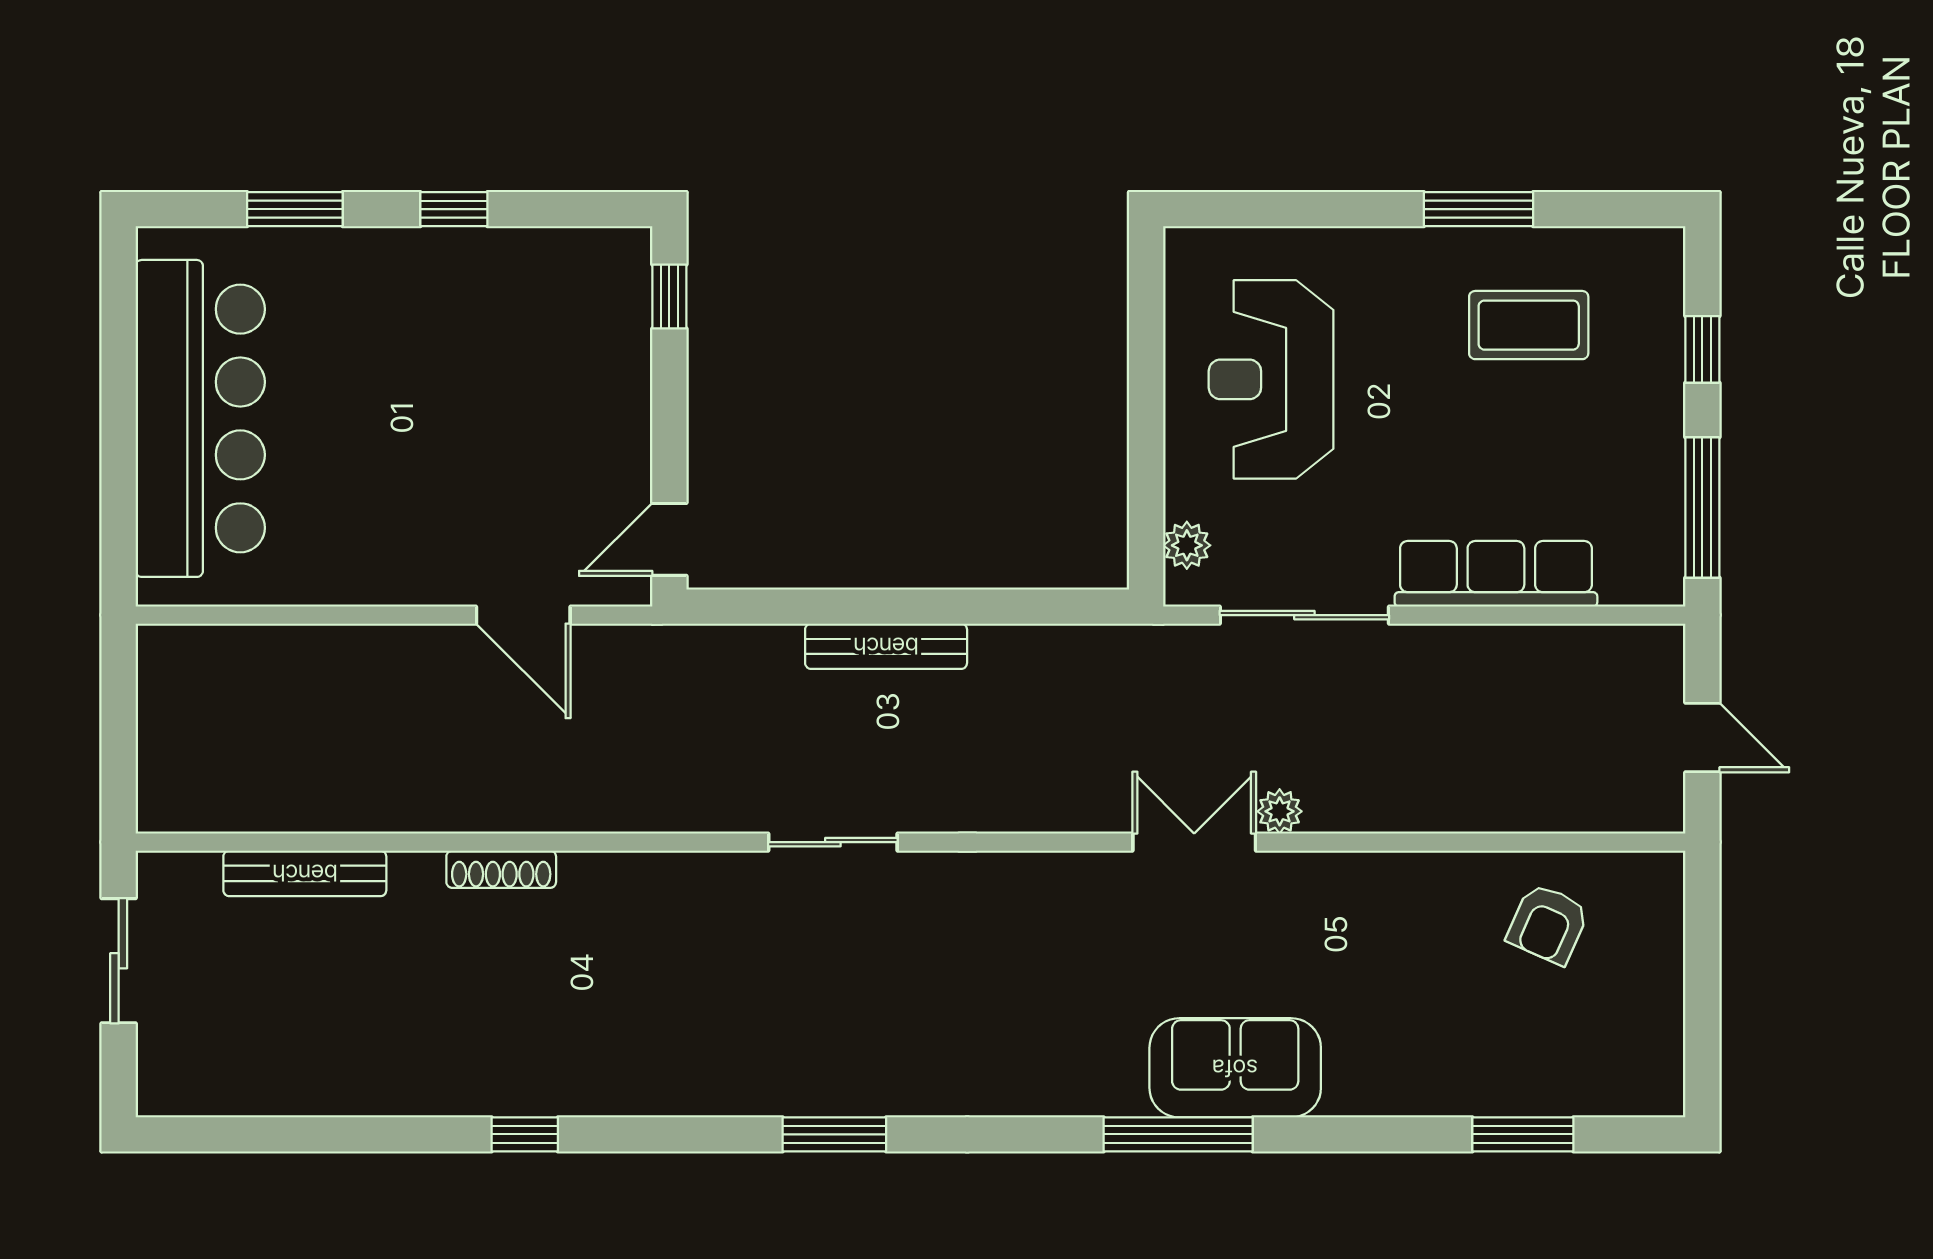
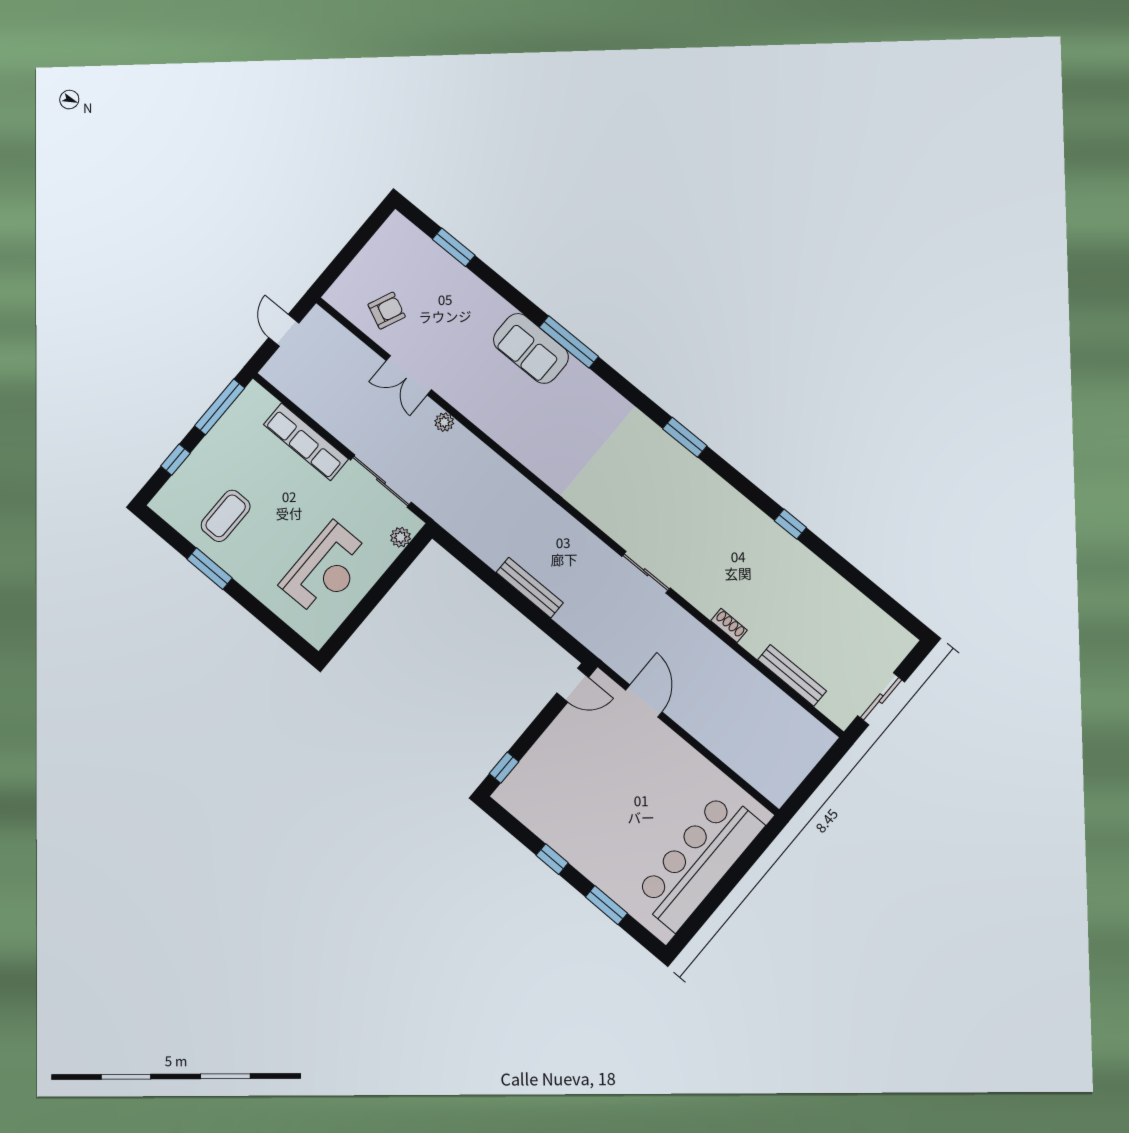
coffee table: (1529, 325) -> (226, 516), turned 90
sliding door: (833, 842) -> (646, 572), moved
double door: (1194, 842) -> (409, 375), moved
shoe rack: (501, 869) -> (729, 625), width x0.70

